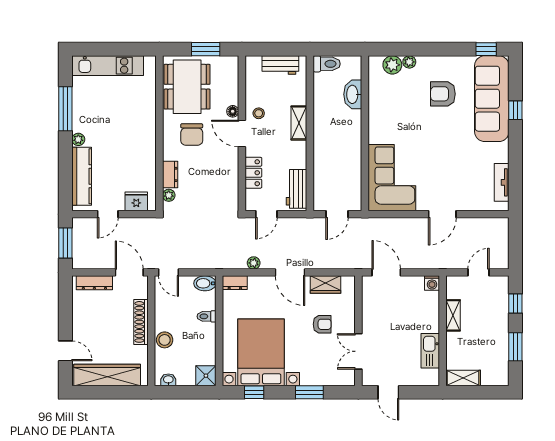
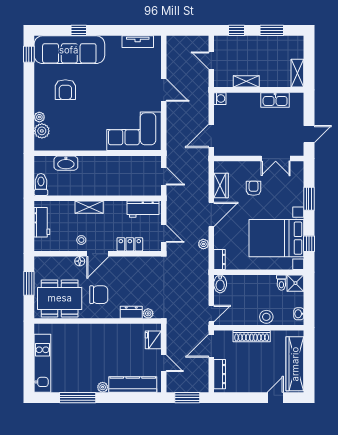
toilet: (207, 316) -> (281, 283), moved

